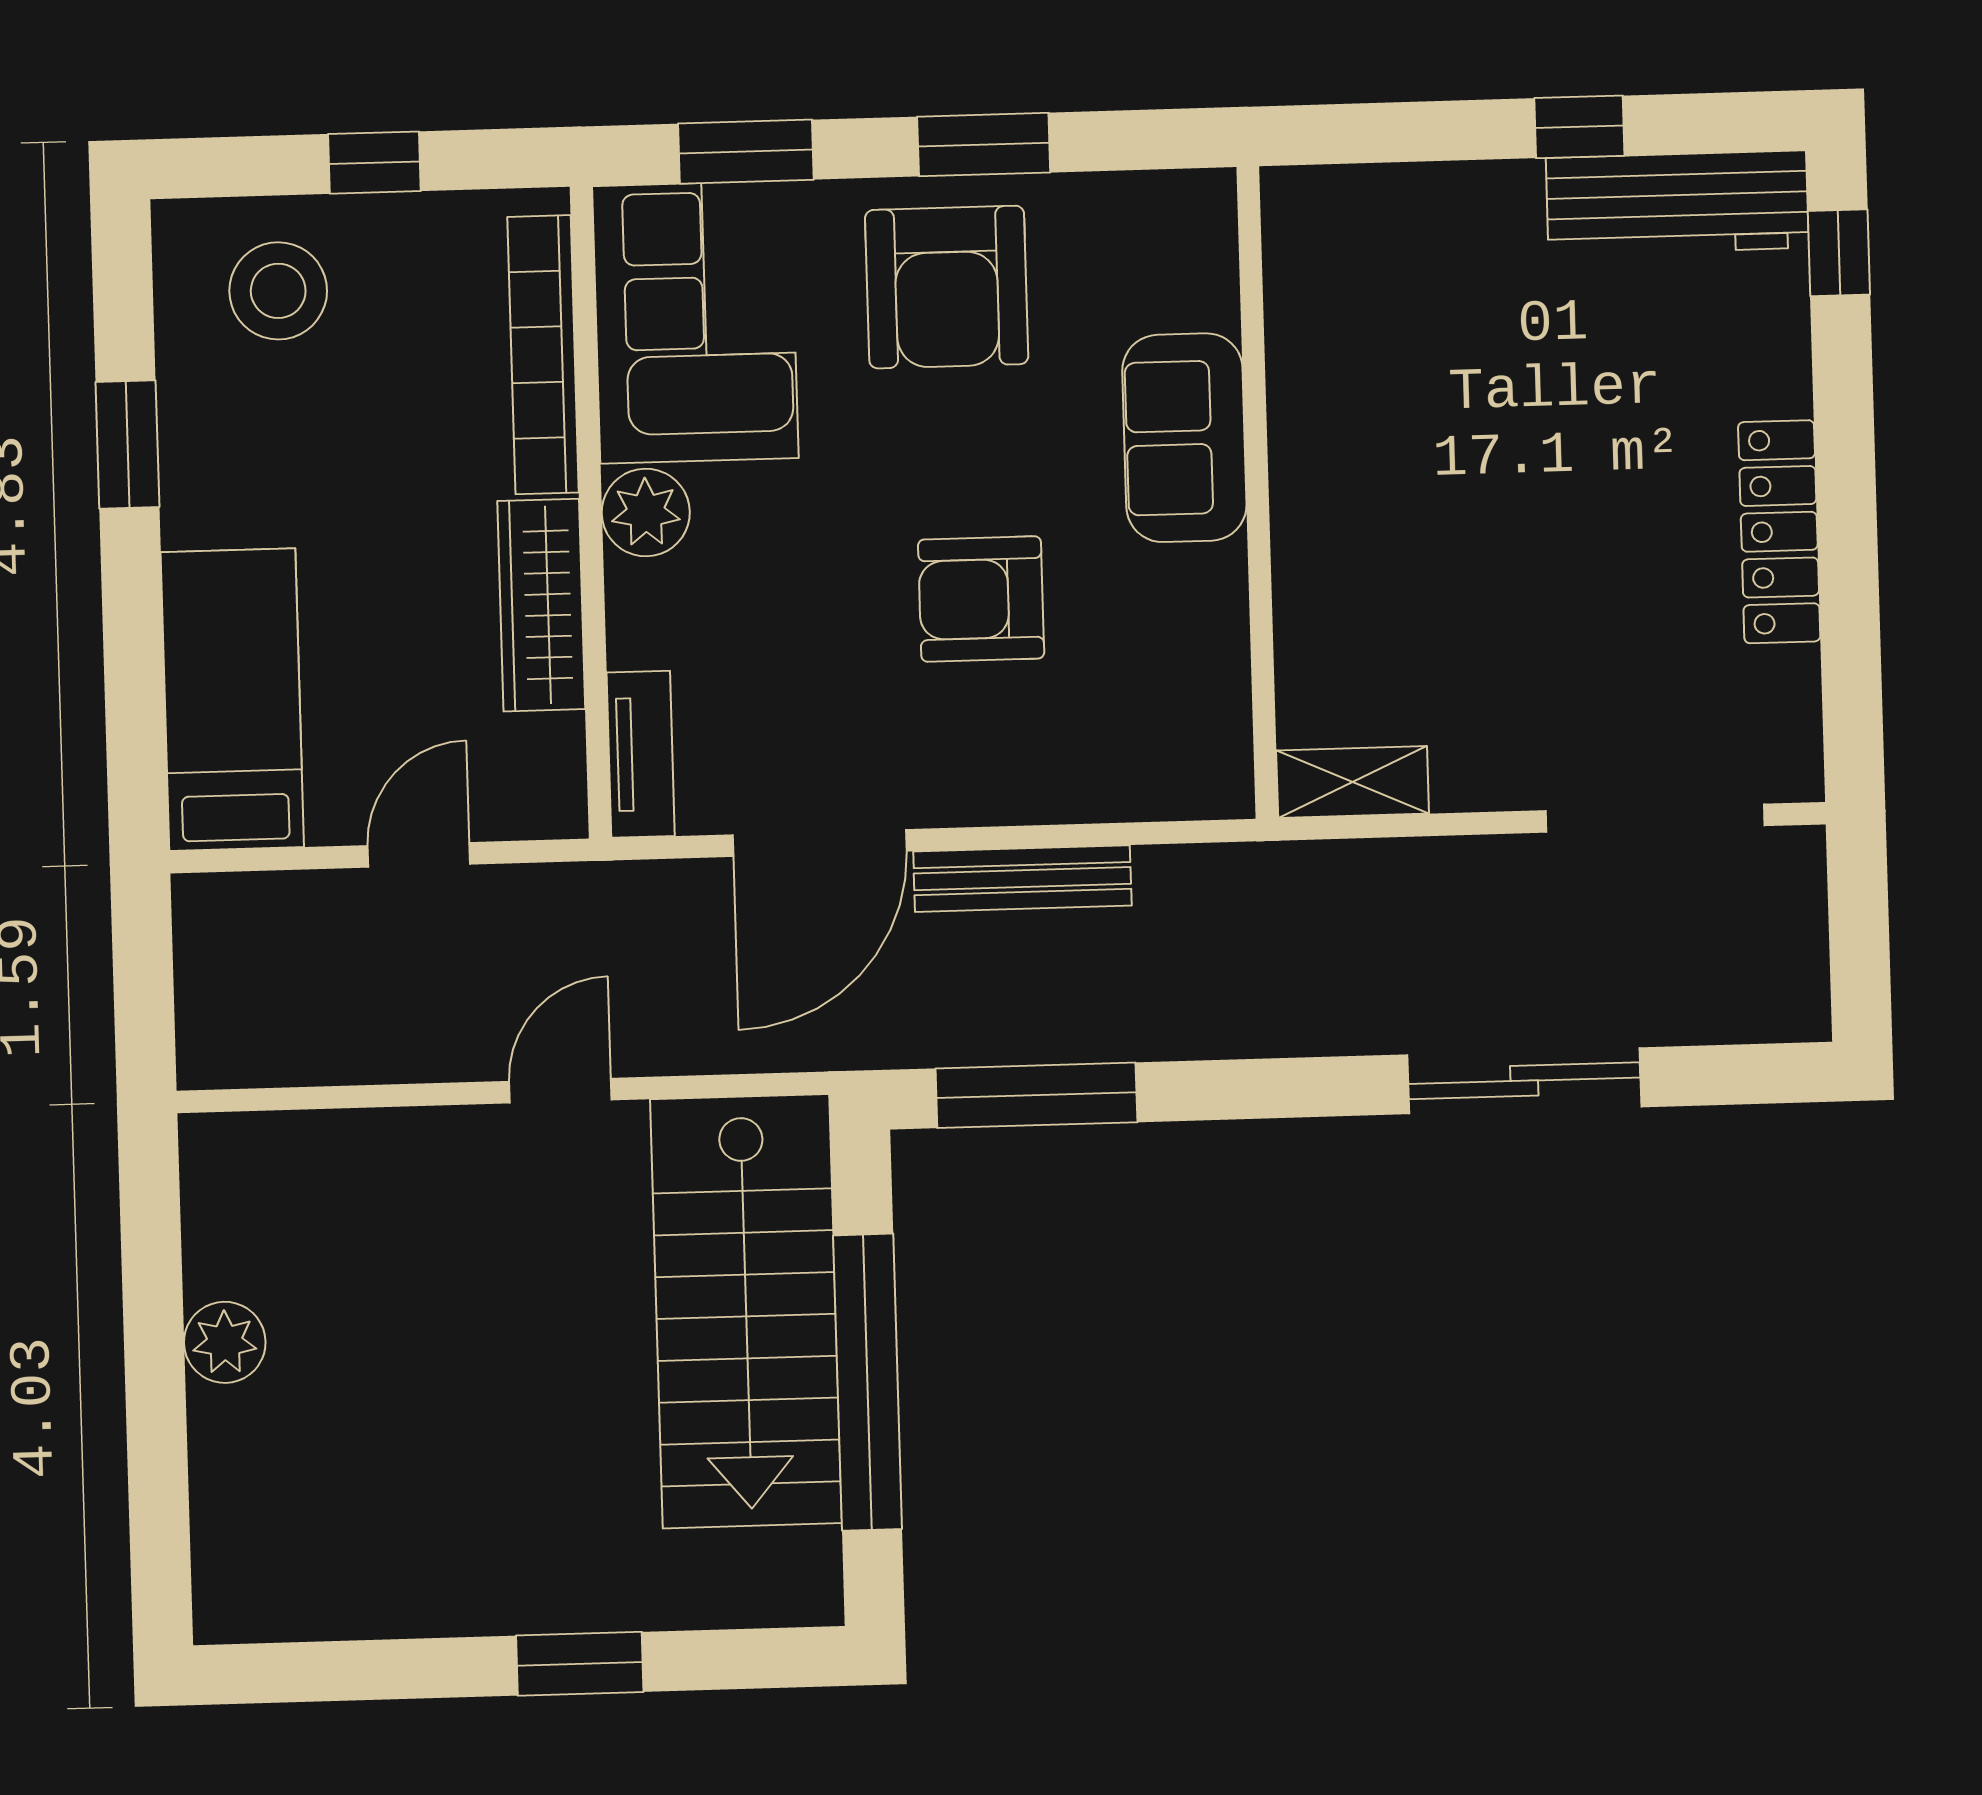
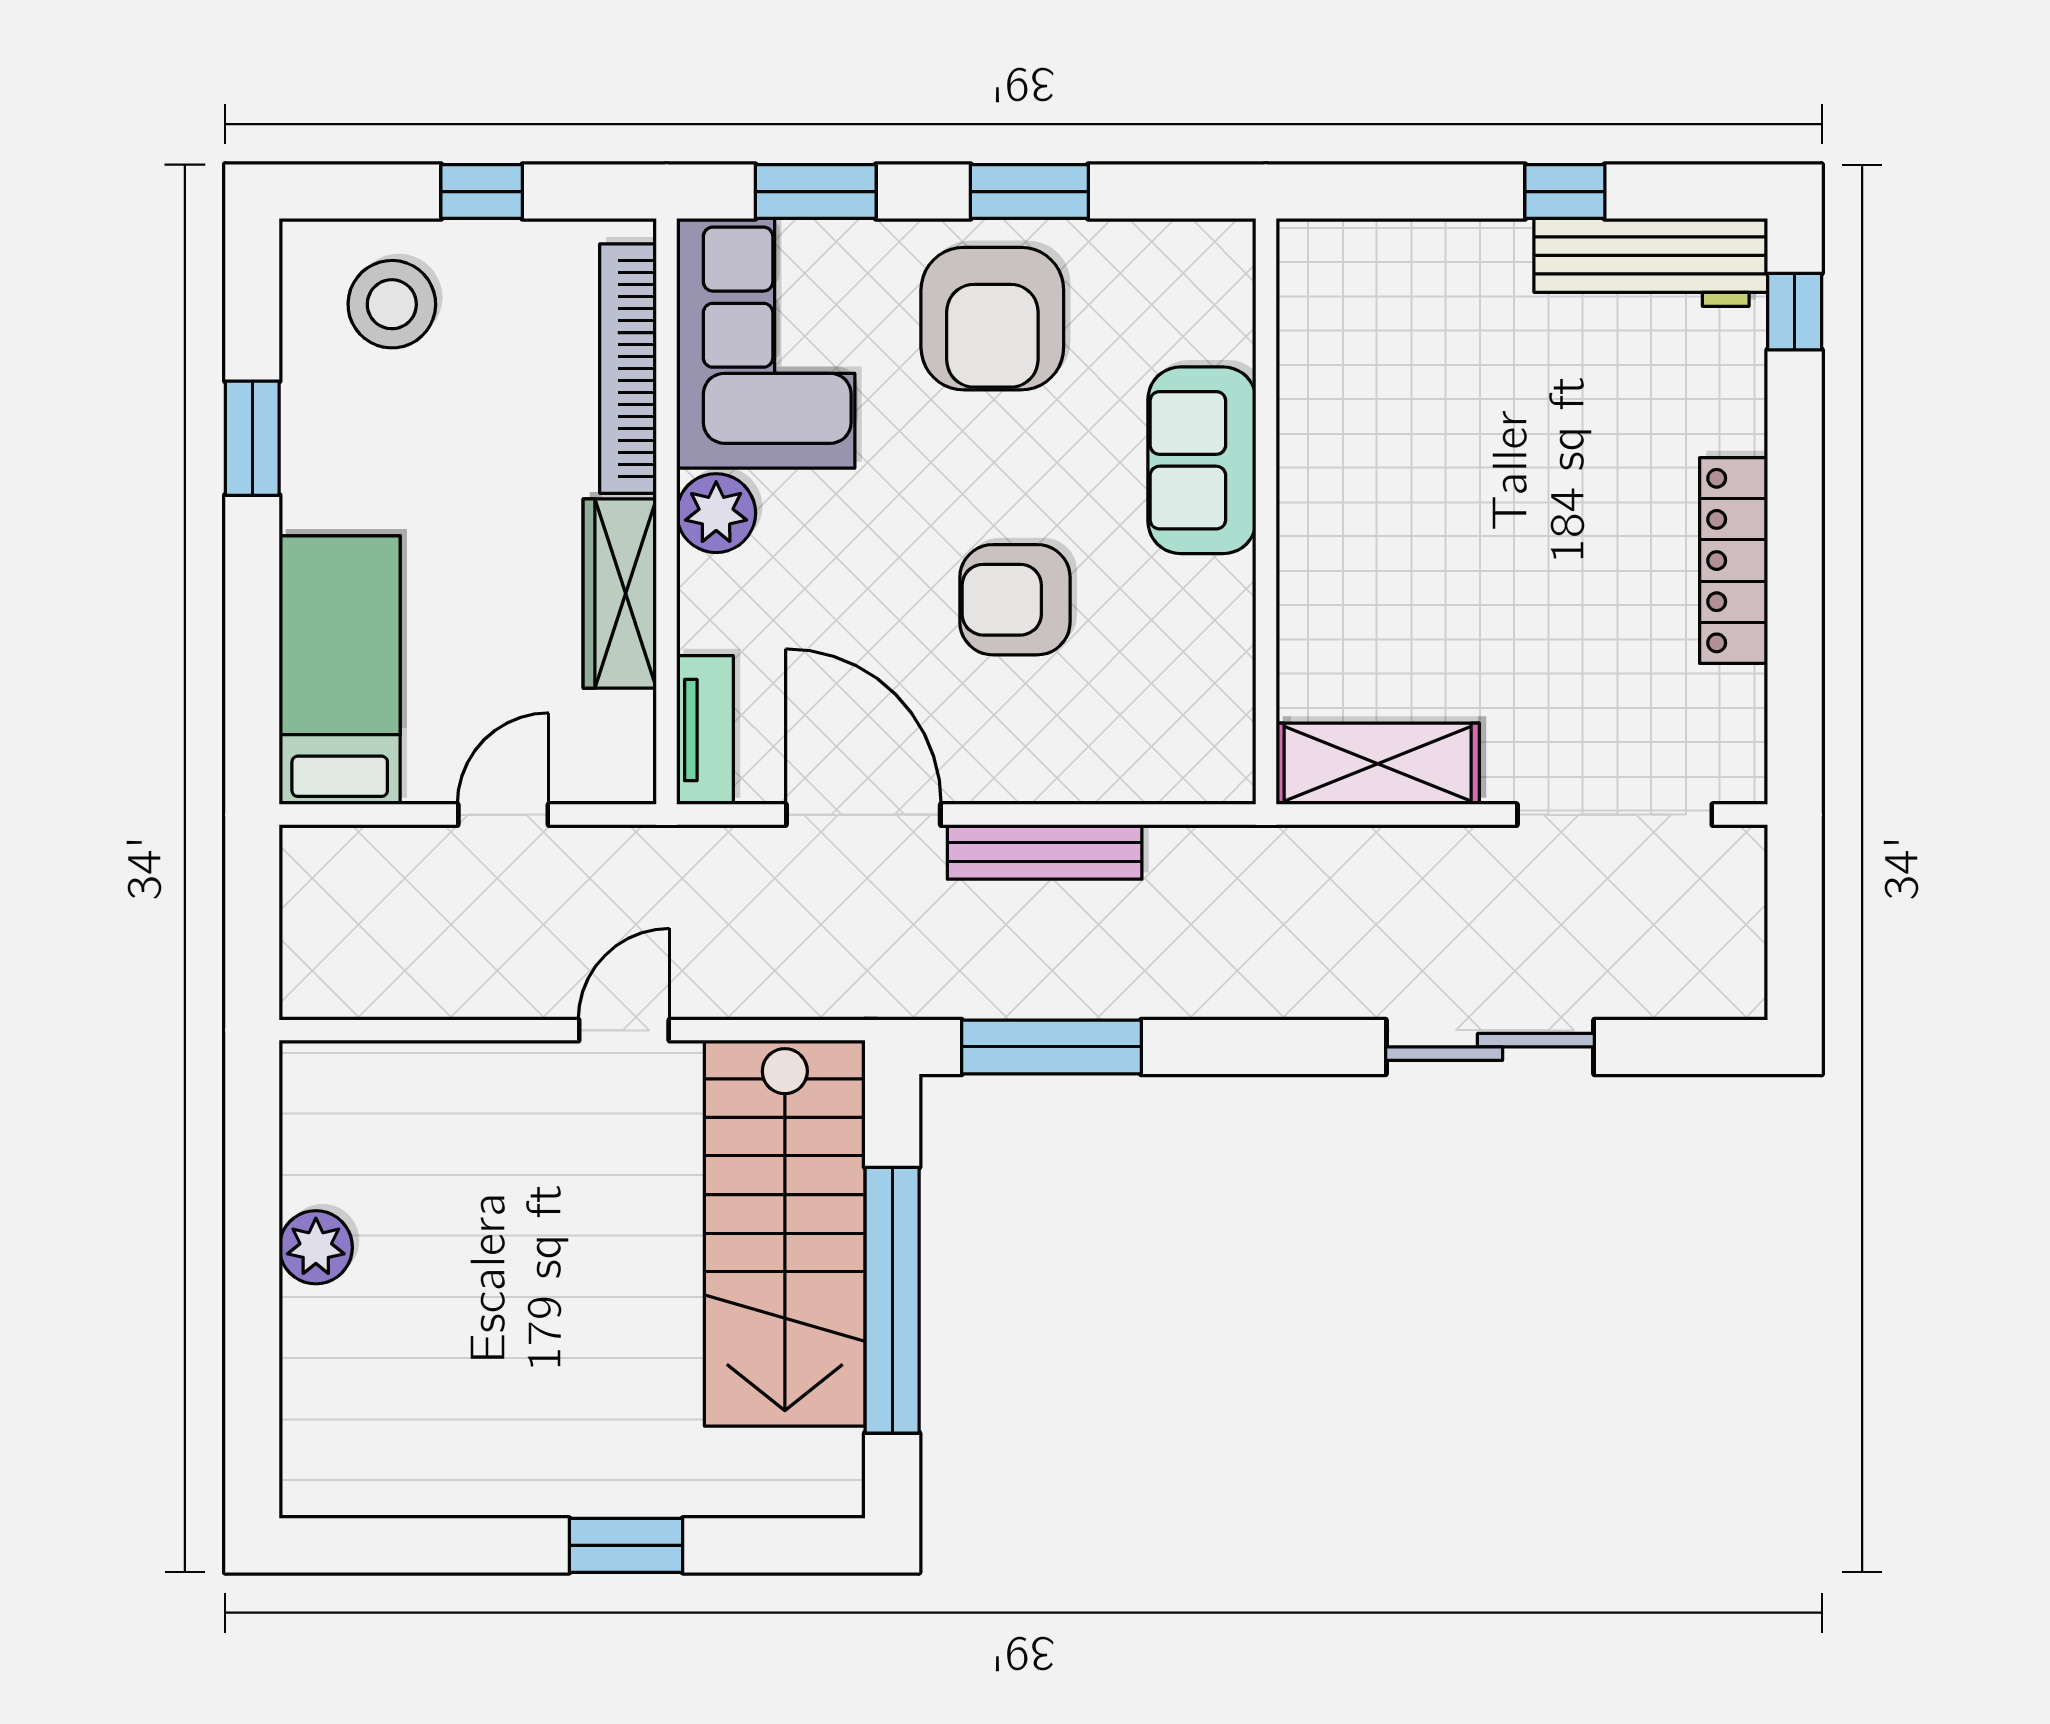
shelving: (1353, 782) -> (1378, 764), width x1.50, depth x1.33
door: (820, 843) -> (863, 815), swing flipped

